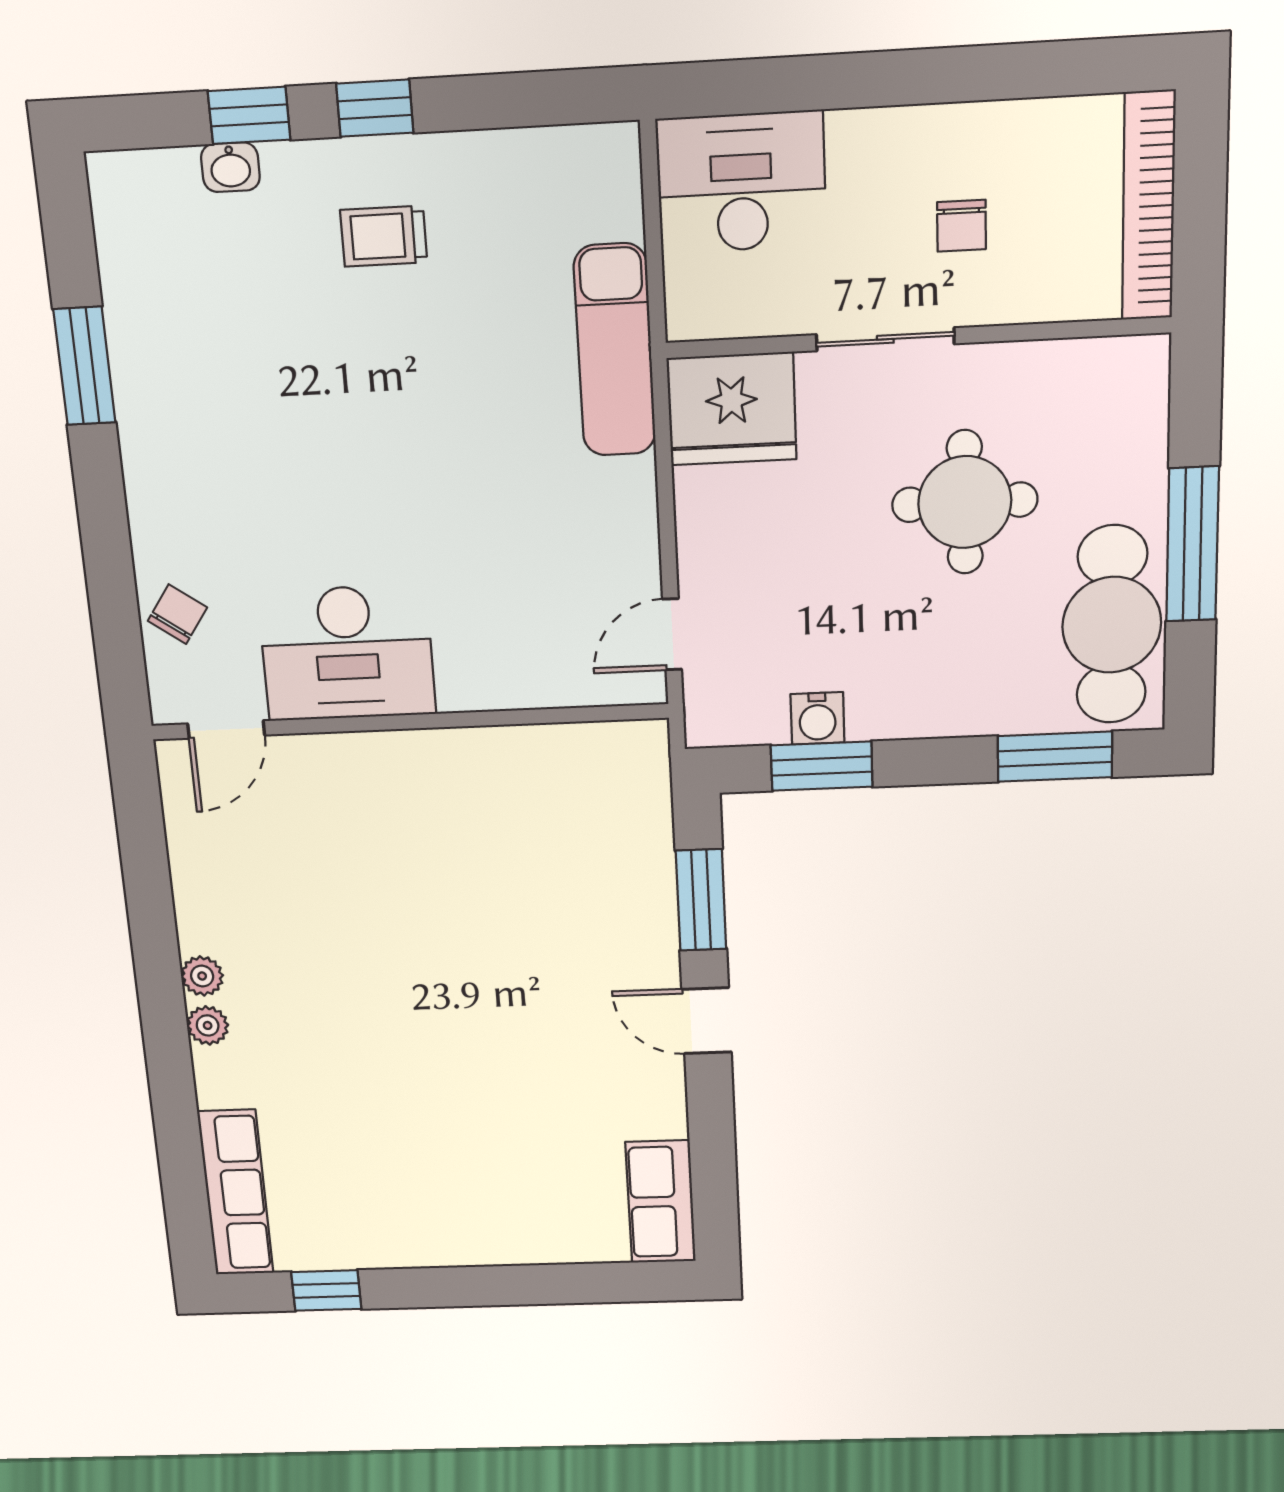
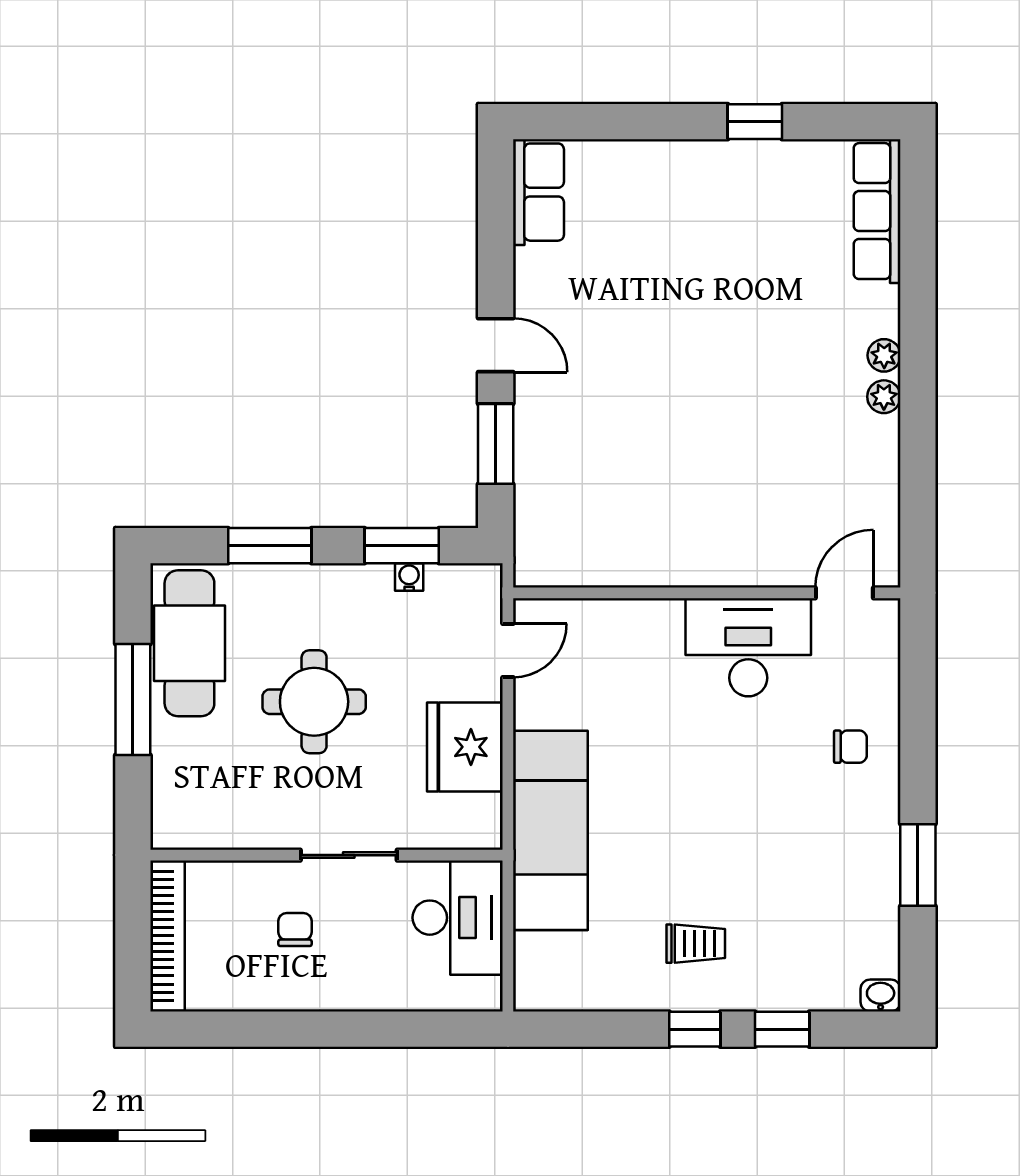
washbasin: (230, 167) -> (881, 995), moved
desk: (741, 182) -> (458, 918), moved, turned -90
exam couch: (615, 350) -> (550, 830), width x1.36, depth x1.45
fridge: (732, 409) -> (465, 747), moved, turned -90
round table: (965, 502) -> (314, 702), moved
chair: (177, 614) -> (850, 747), moved, turned -125
water cooler: (818, 718) -> (409, 577), width x0.72, depth x0.72
window: (1055, 757) -> (270, 546), moved
window: (326, 1290) -> (755, 122), moved

